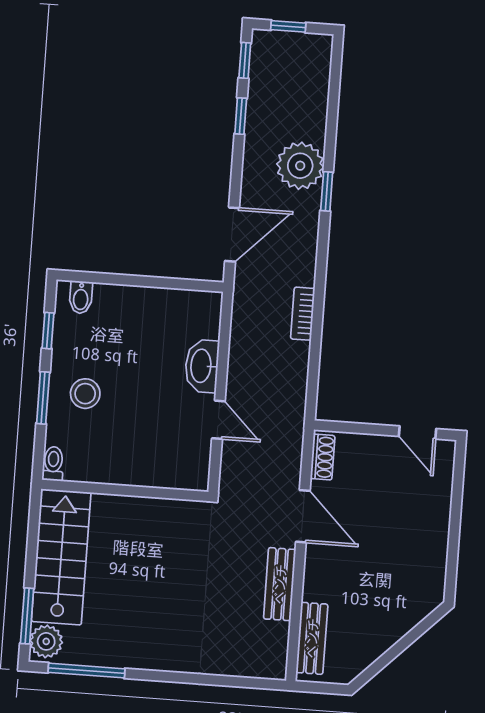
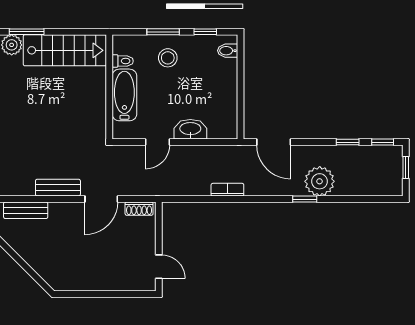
door: (418, 432) -> (159, 267), swing flipped
toilet: (53, 464) -> (123, 61), moved
bathtub: (139, 467) -> (124, 95), added

